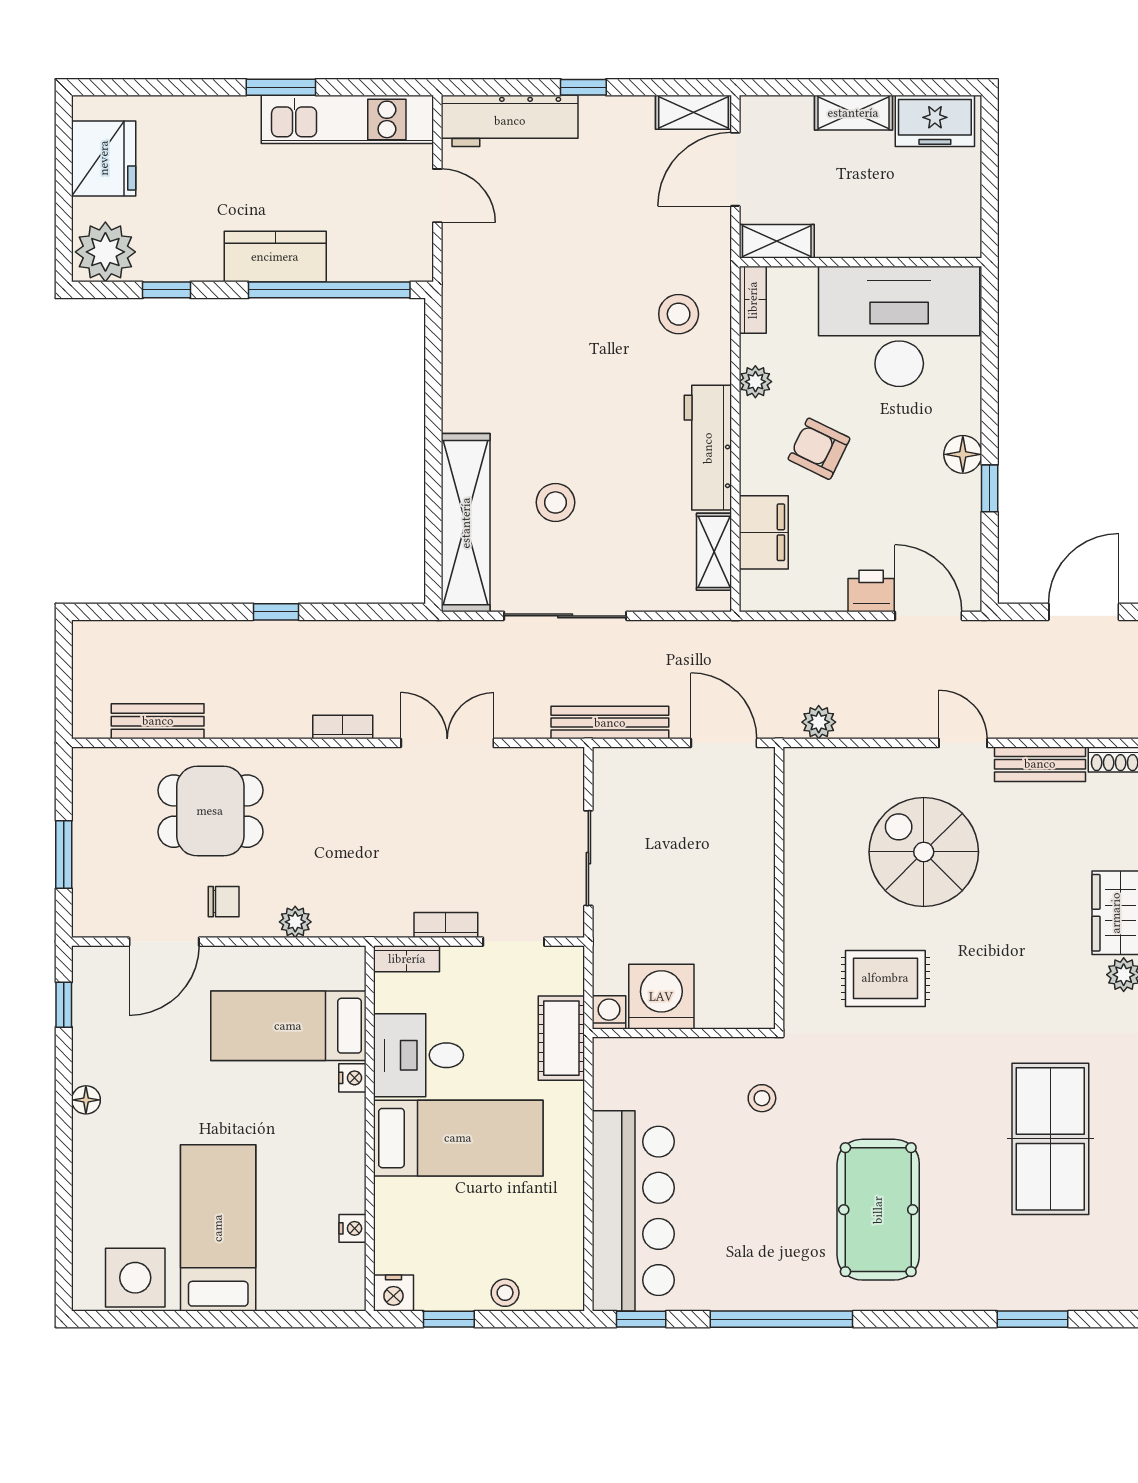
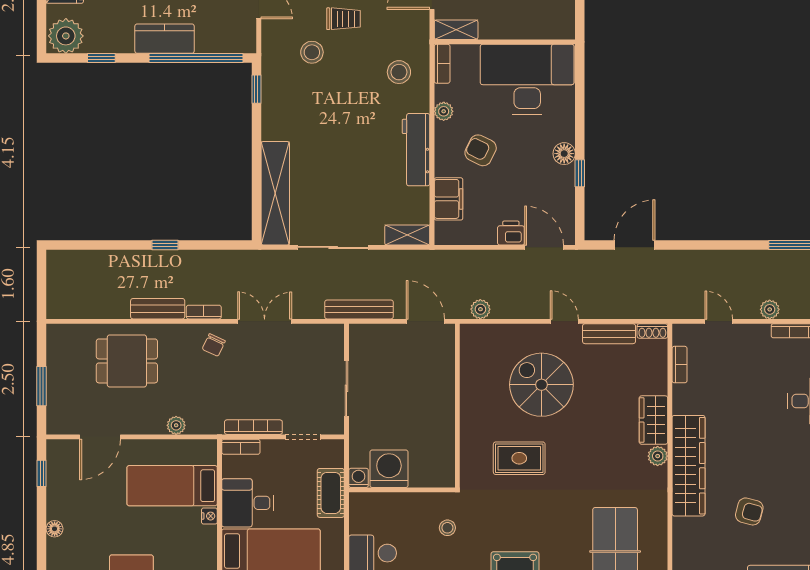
trolley: (583, 222) -> (344, 19), added
window: (433, 344) -> (256, 89), added
stool: (555, 502) -> (312, 52), moved
shelving: (714, 552) -> (407, 235), moved, turned 90
bench: (158, 721) -> (158, 309), moved
chair: (224, 902) -> (214, 345), moved, turned 115
bookcase: (446, 925) -> (253, 427), width x1.56

